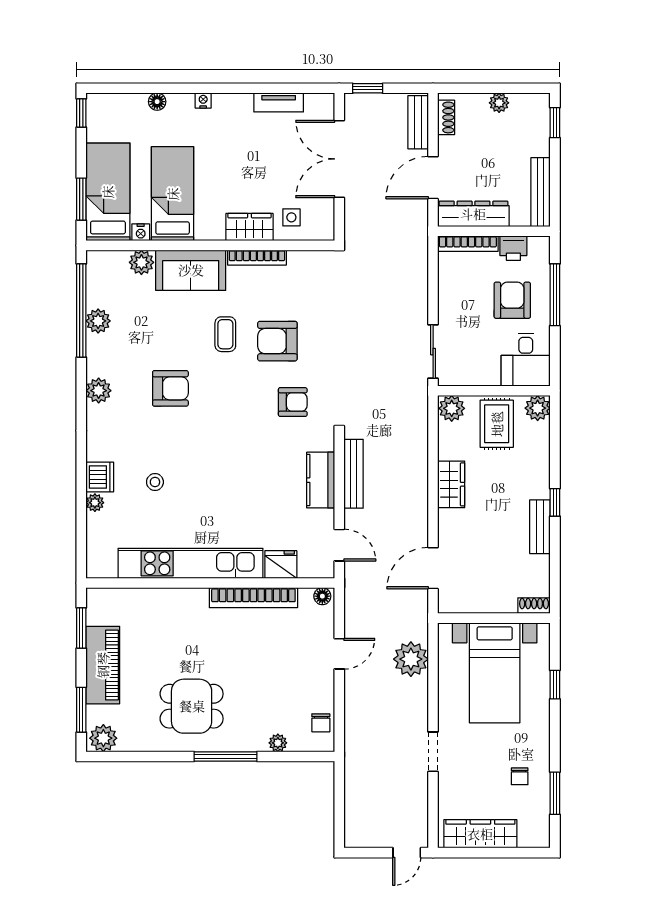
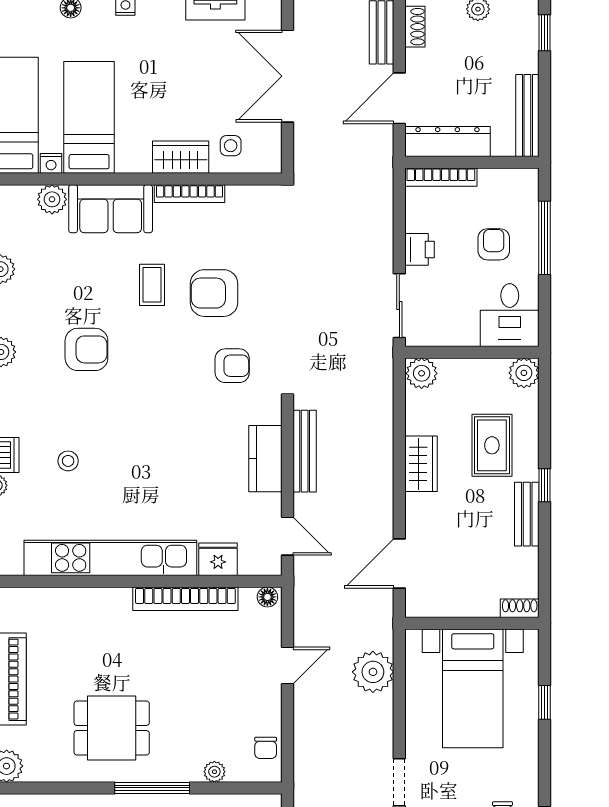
printer: (513, 248) -> (419, 249), moved, turned -90
armchair: (512, 300) -> (494, 244), width x0.72, depth x0.72
rug: (497, 424) -> (492, 445), moved

